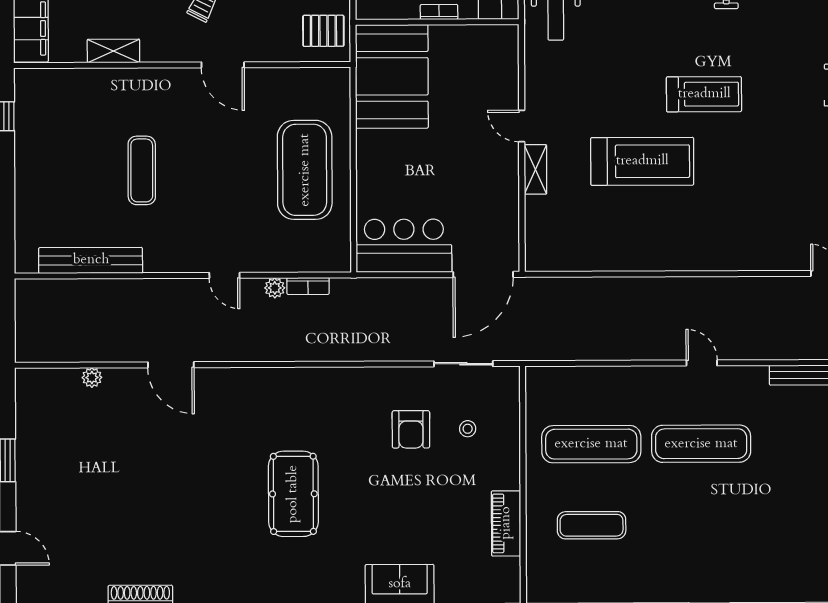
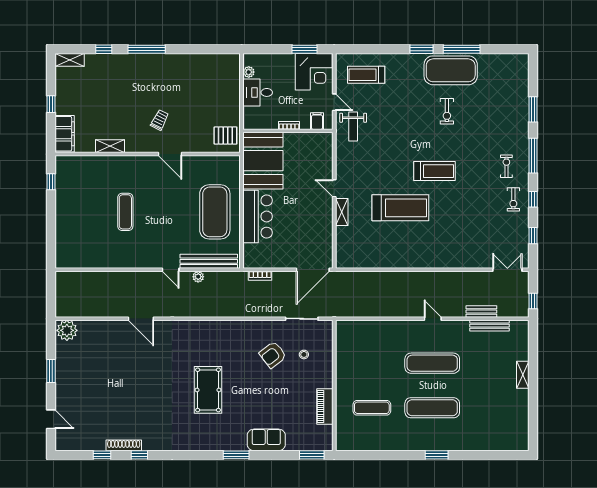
bar counter: (404, 246) -> (258, 216), moved, turned 90
bench: (91, 260) -> (209, 261), moved
bookcase: (308, 286) -> (260, 276), moved
bench: (790, 349) -> (481, 312), added
plant: (92, 378) -> (67, 330), moved, width x1.87, depth x1.87
armchair: (411, 429) -> (273, 355), turned 52
exercise mat: (591, 444) -> (432, 408), moved

